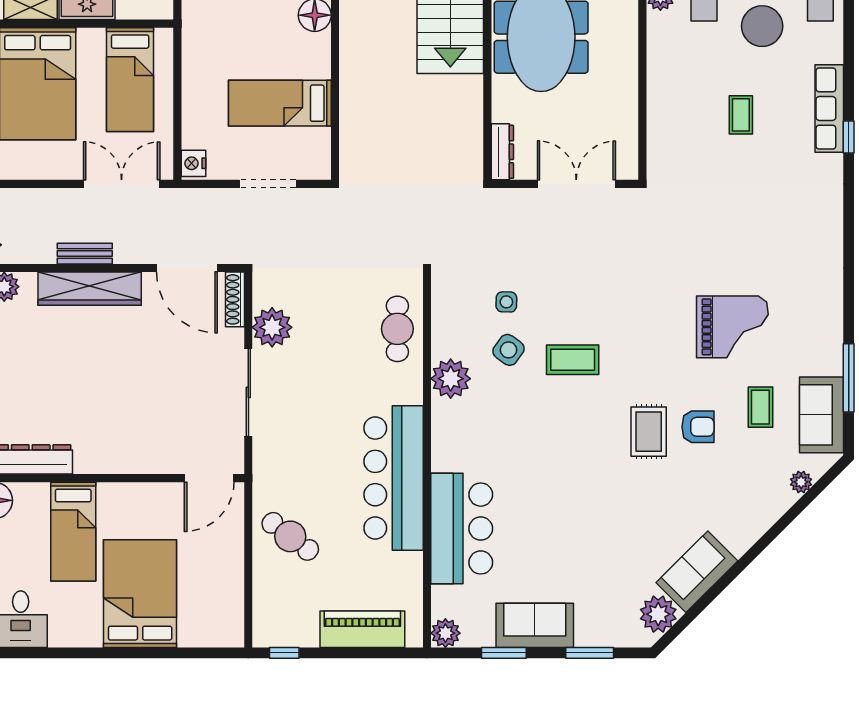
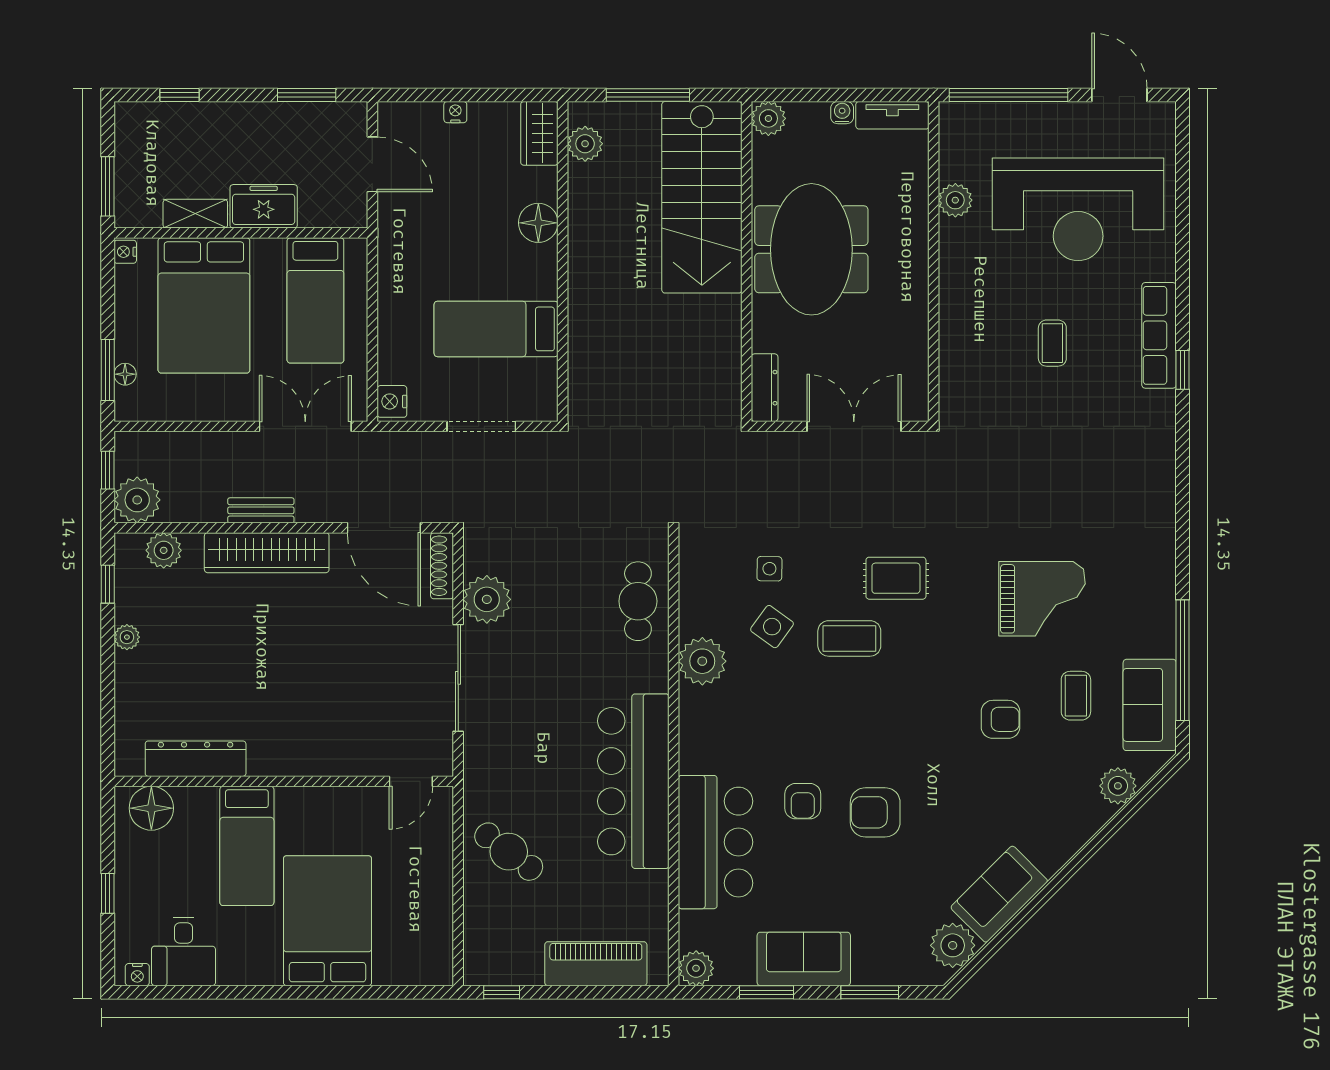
window: (849, 378) -> (1182, 660), width x1.46
rug: (649, 432) -> (896, 578), moved, turned 90
door: (209, 478) -> (411, 781), width x0.73
plant: (801, 482) -> (1118, 786), width x1.38, depth x1.38
armchair: (534, 495) -> (803, 801), added
armchair: (594, 504) -> (875, 812), added

